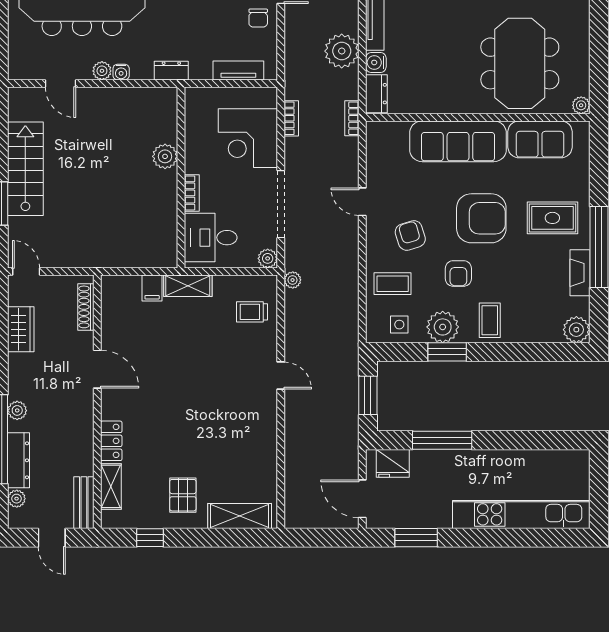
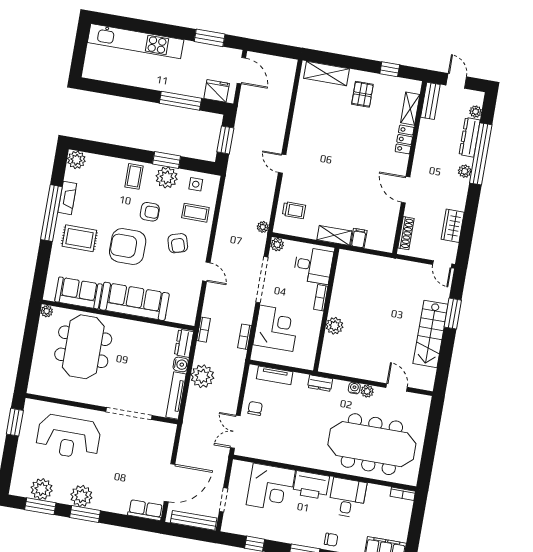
armchair: (458, 273) -> (150, 212), turned 90

